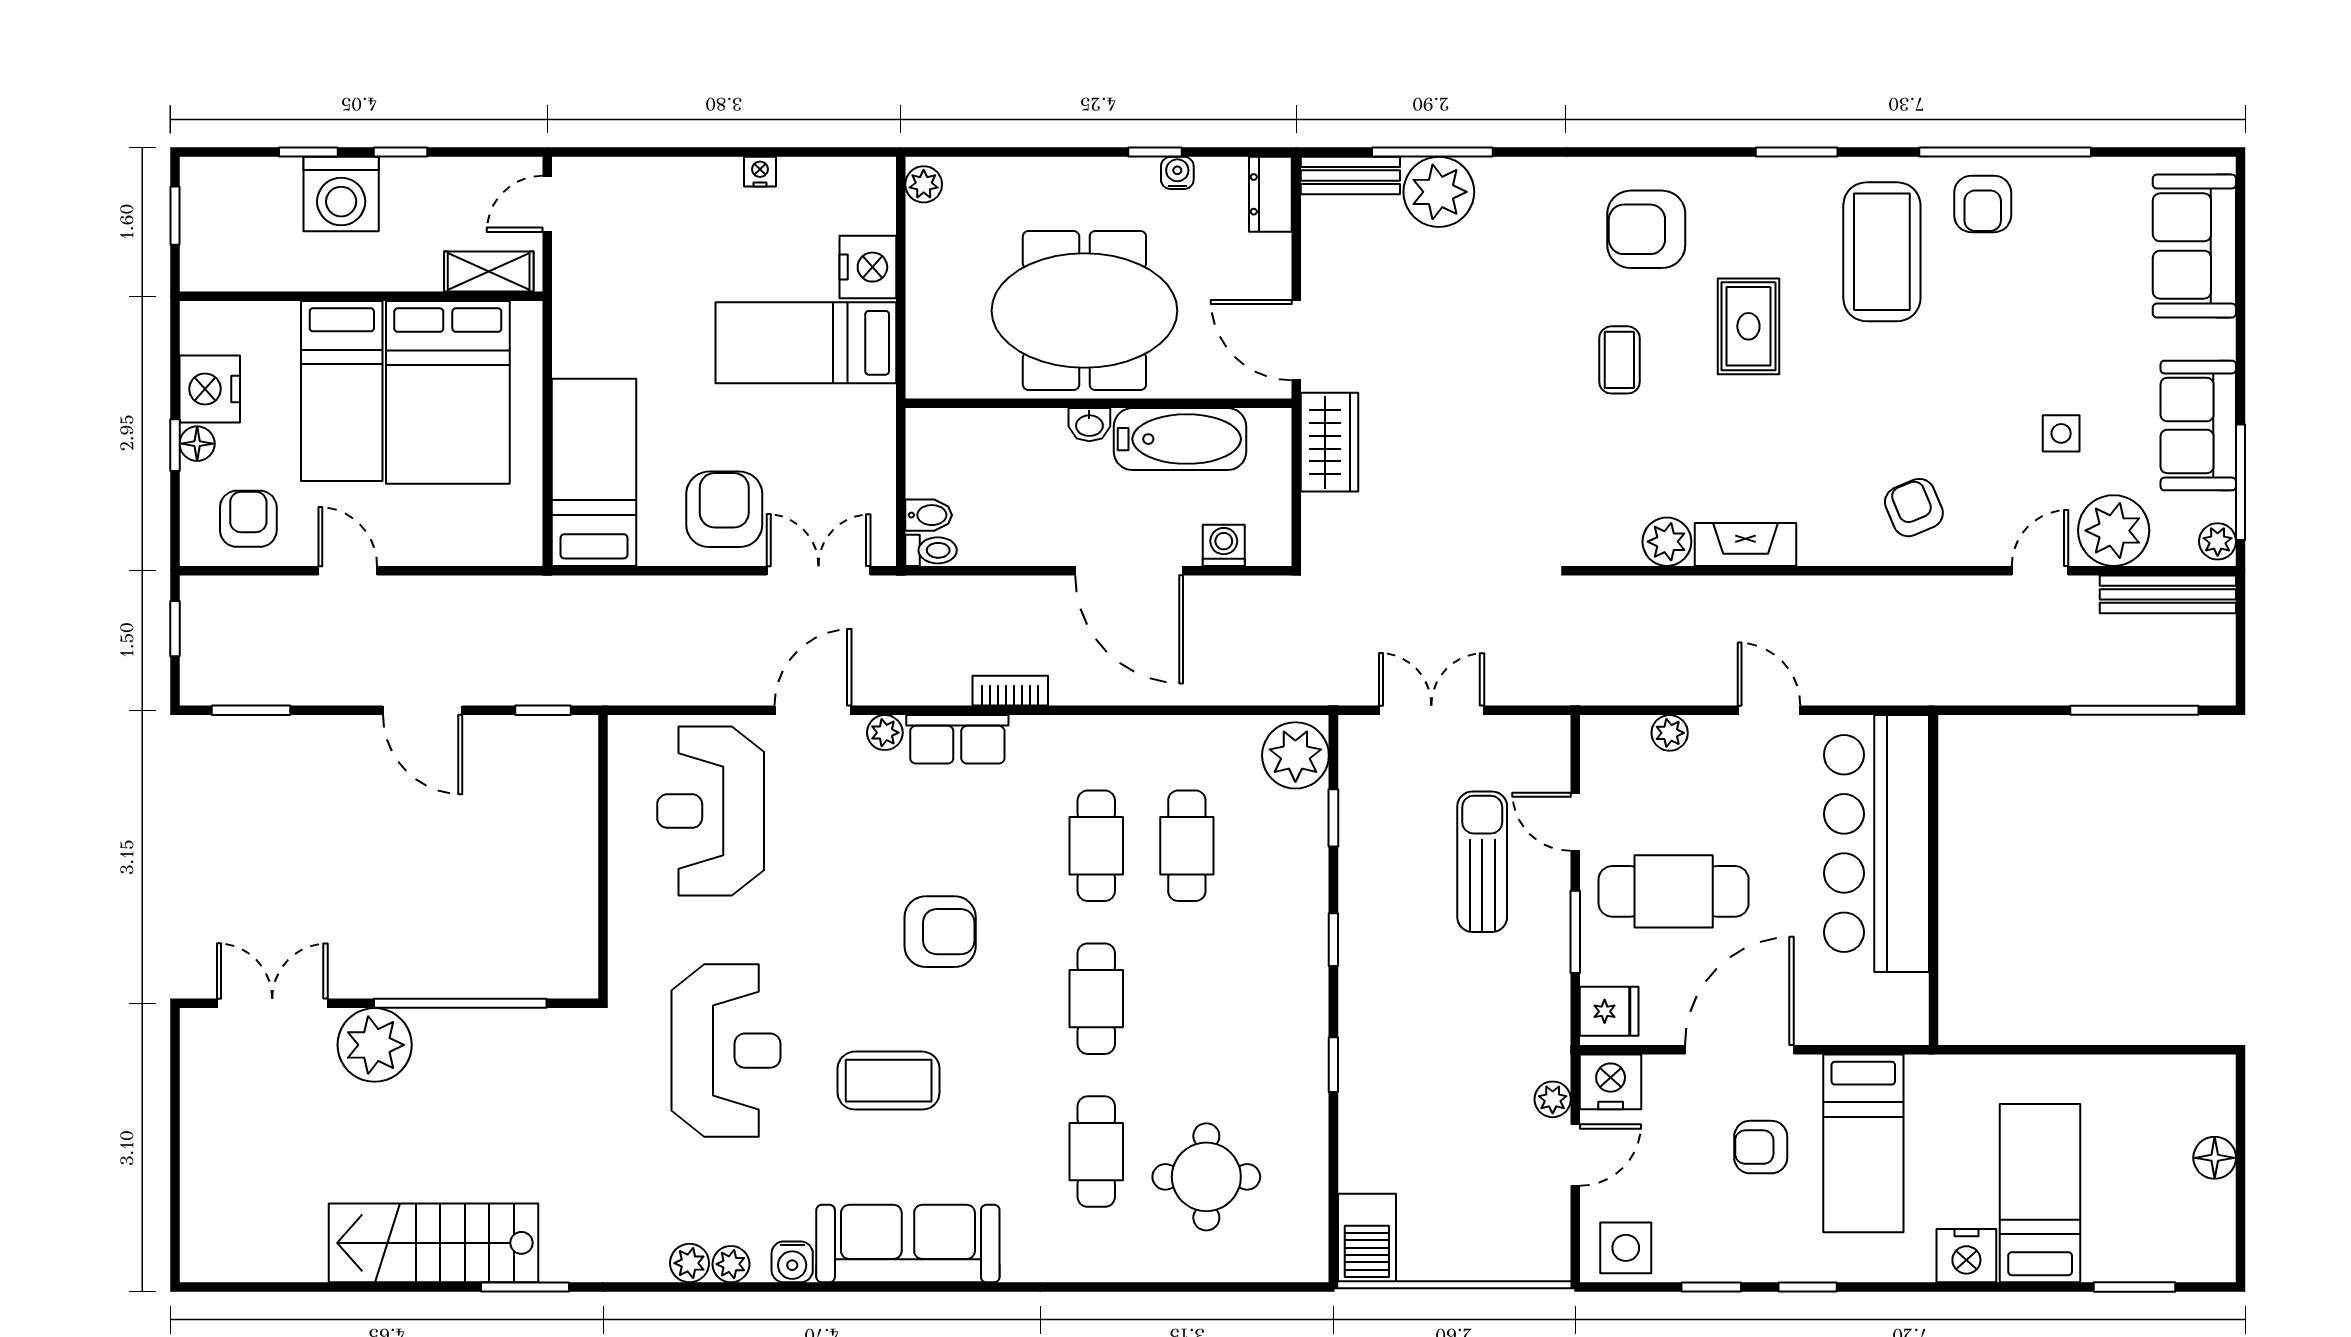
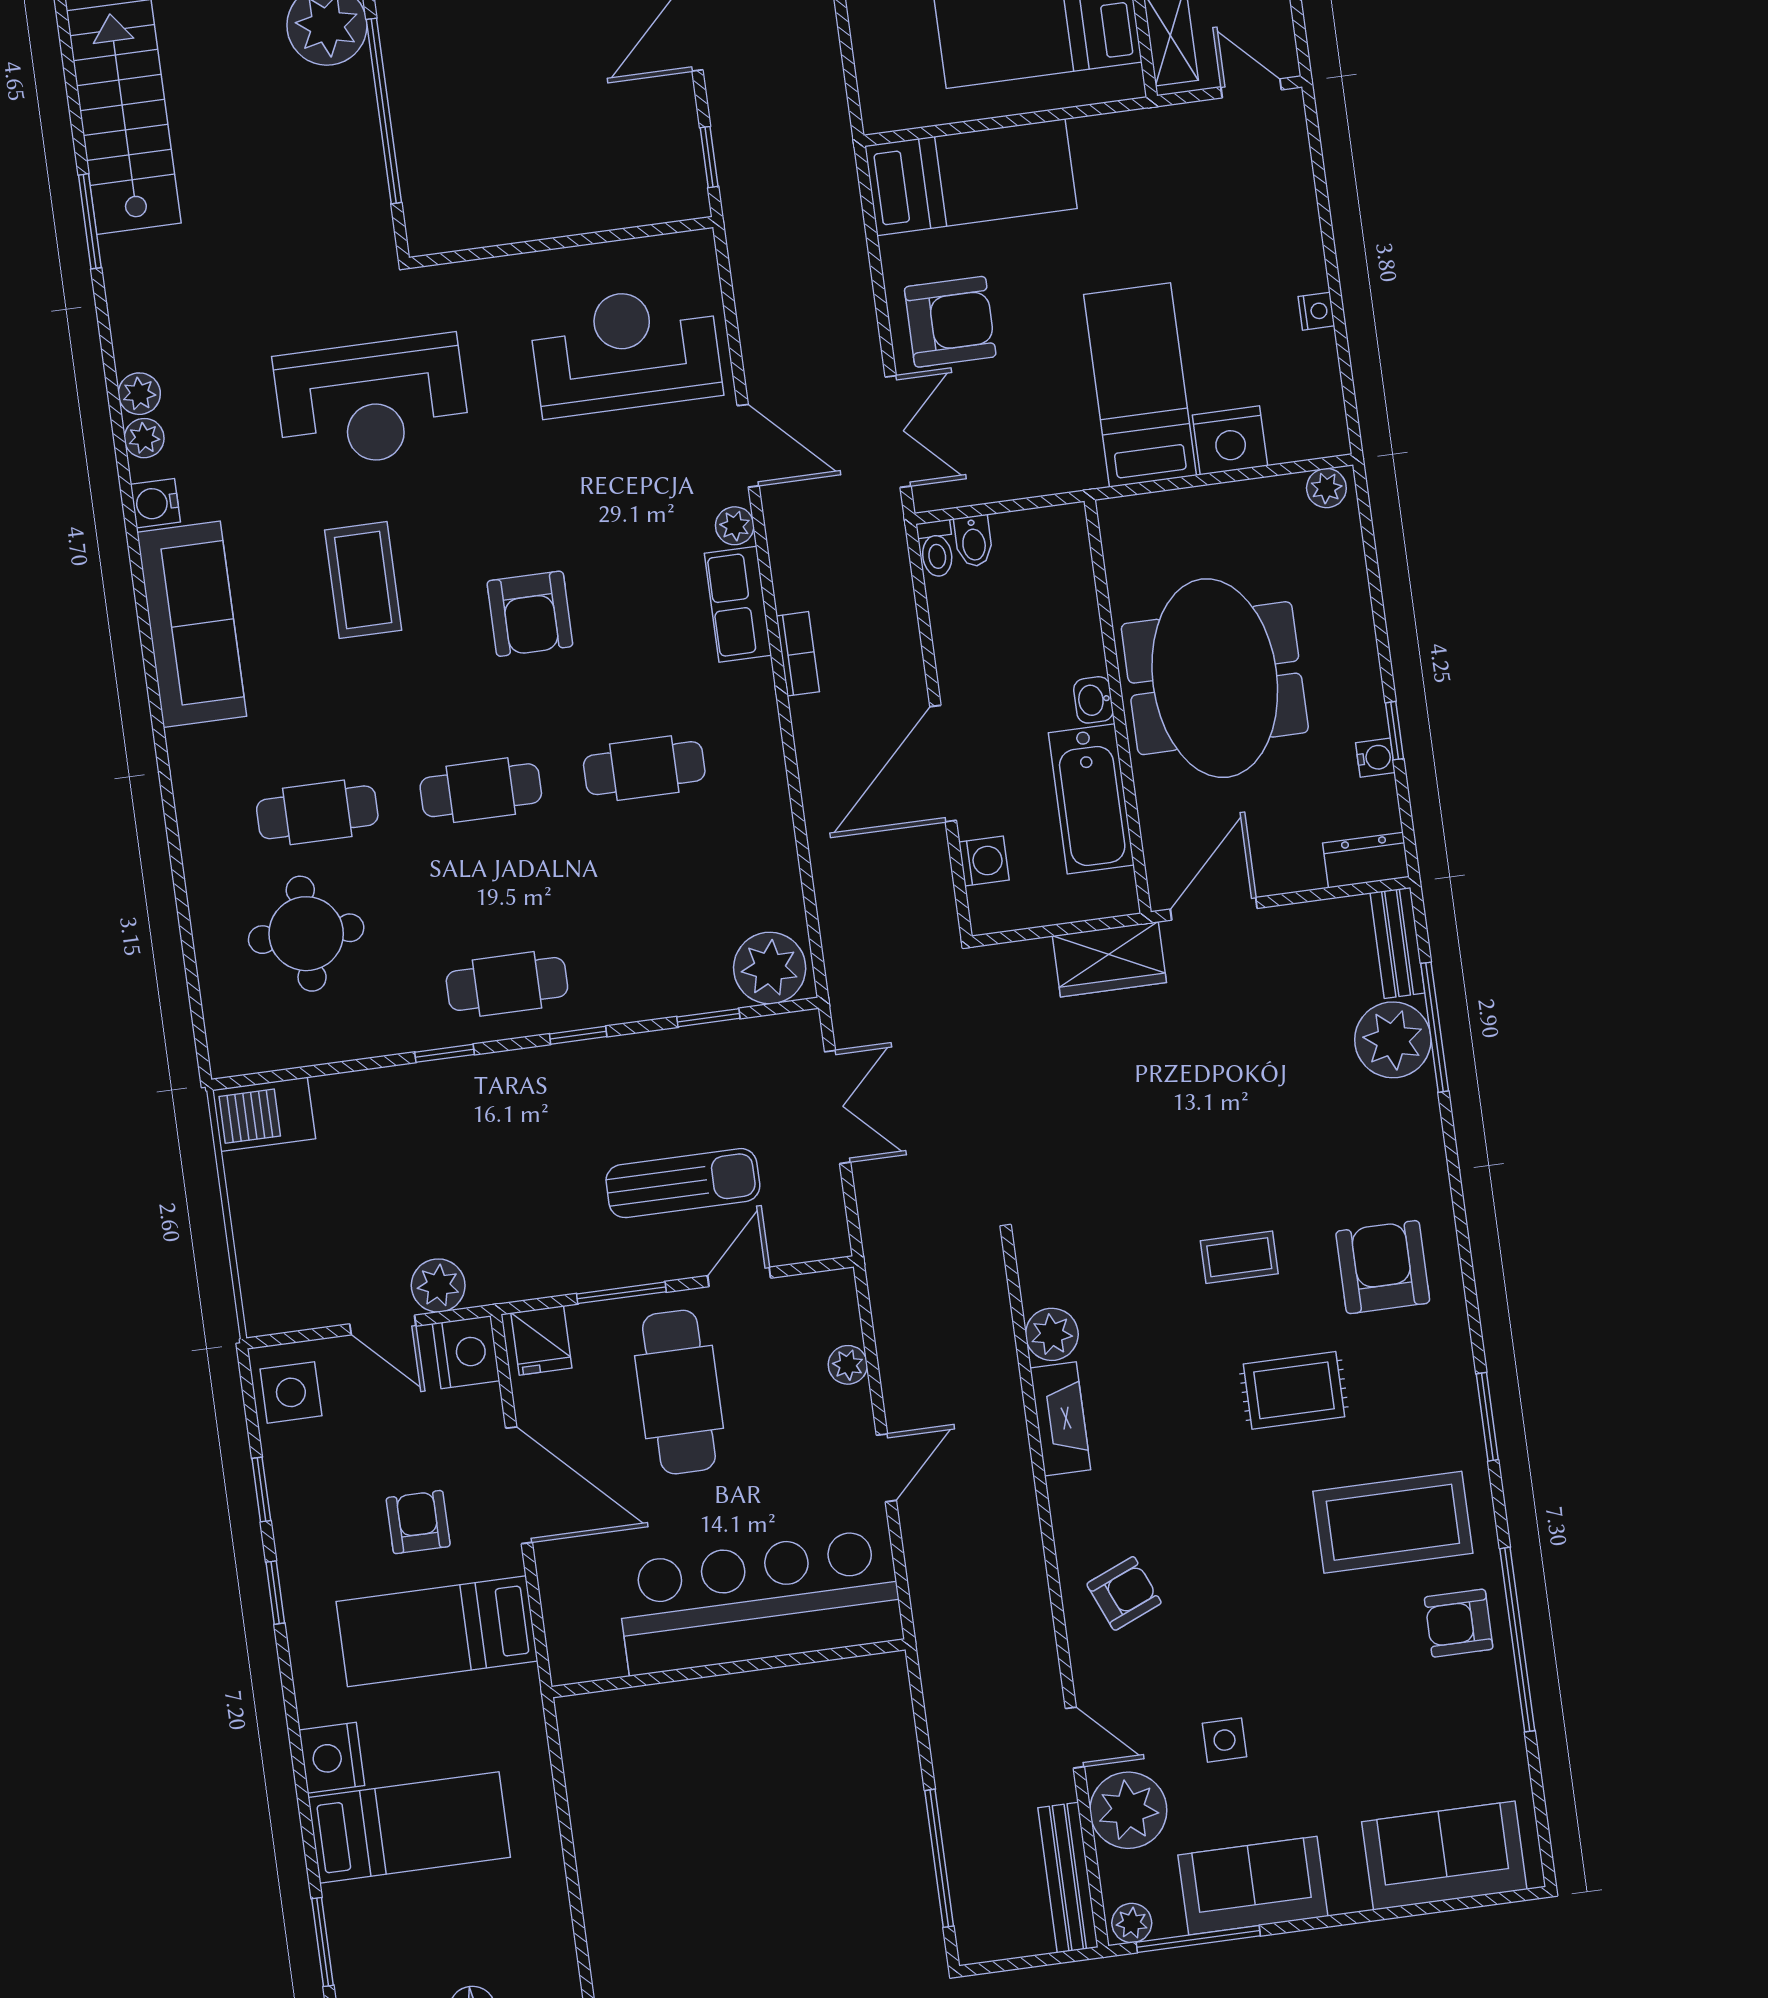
cafe table: (1187, 846) -> (507, 984), moved
plant: (1553, 1099) -> (438, 1286), width x1.38, depth x1.38

